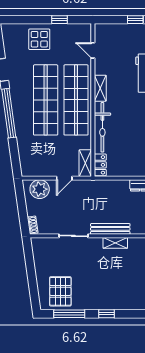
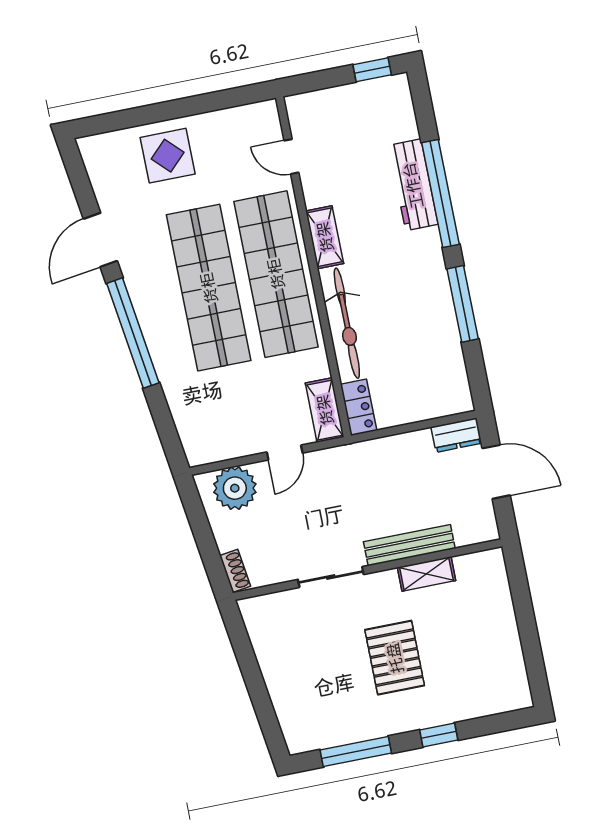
window: (59, 20) -> (204, 103), removed
pallet: (60, 291) -> (395, 658), moved

